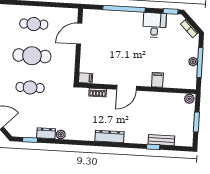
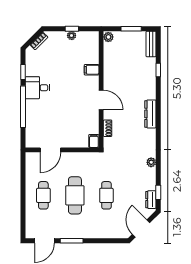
window: (171, 11) -> (23, 72), moved
desk: (155, 25) -> (37, 88), moved
door: (79, 34) -> (50, 150), hinge flipped
window: (200, 62) -> (72, 29), width x0.46
dresser: (46, 133) -> (151, 200), moved
bench: (161, 140) -> (151, 44), moved

